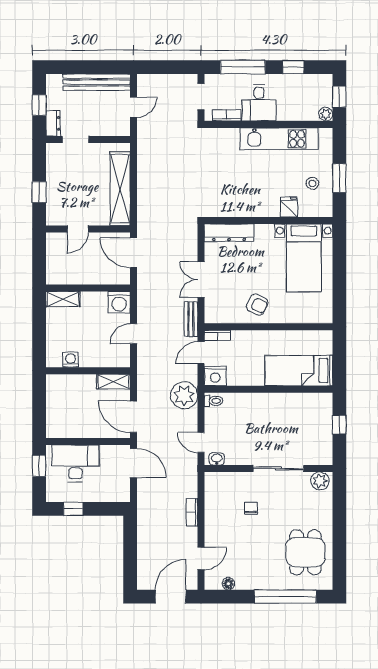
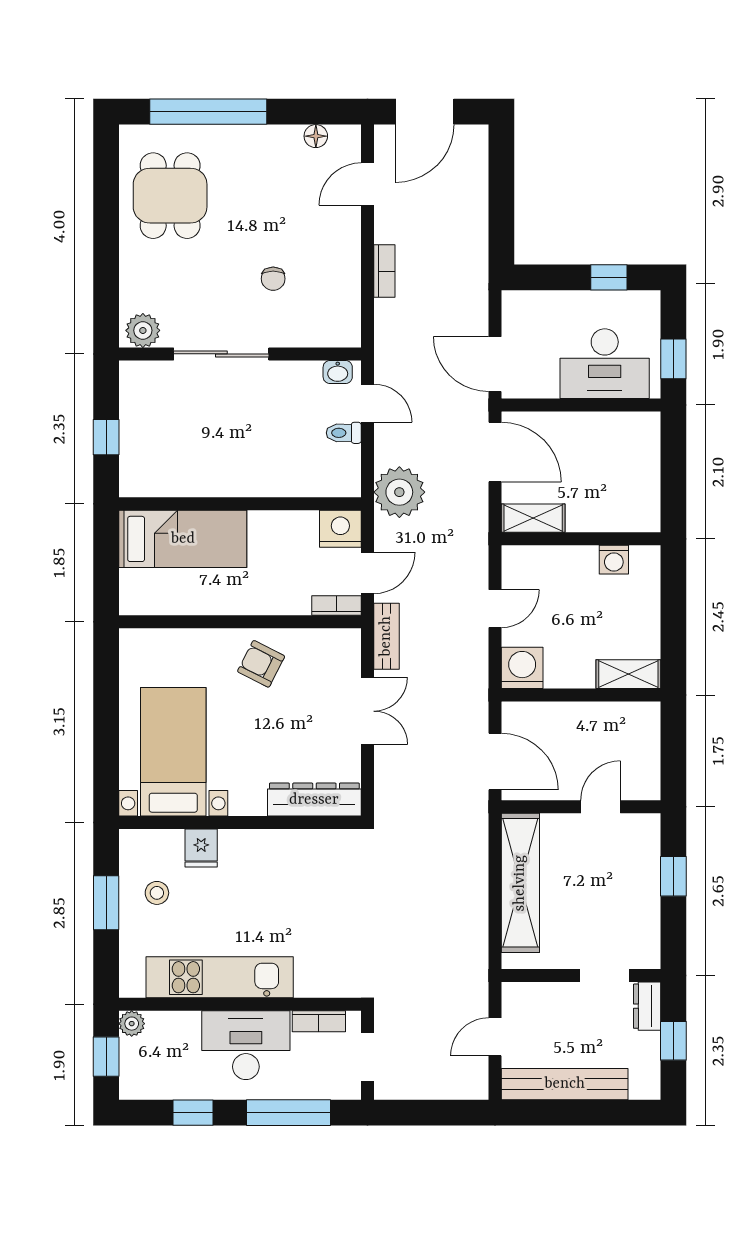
desk: (259, 103) -> (246, 1045), width x1.37
toilet: (214, 401) -> (344, 433), moved

